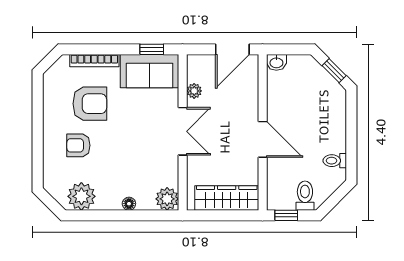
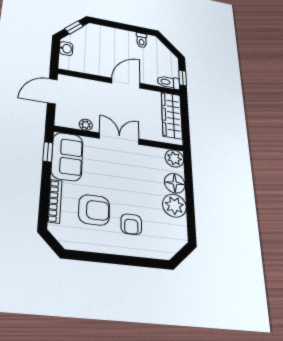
door: (232, 49) -> (52, 91), swing flipped
washbasin: (276, 62) -> (66, 49), moved
armchair: (90, 104) -> (94, 210), turned 90
plant: (81, 196) -> (174, 206), moved
toilet: (305, 196) -> (168, 82), moved
floor lamp: (129, 204) -> (175, 183), width x1.89, depth x1.89

